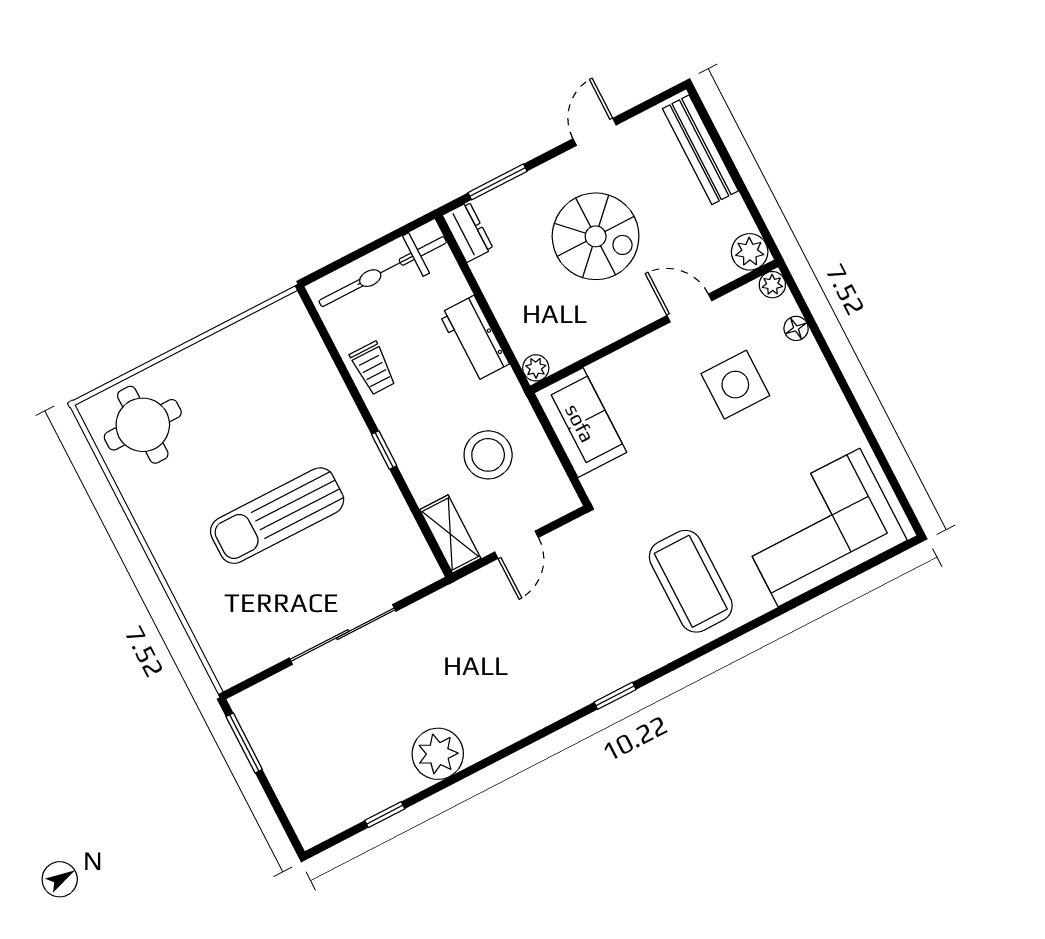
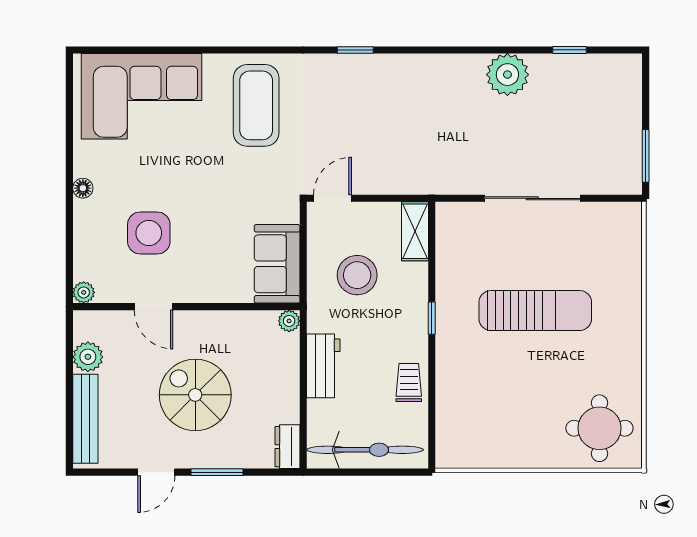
window: (498, 182) -> (217, 472), moved
plant: (750, 252) -> (88, 357), moved
floor lamp: (796, 328) -> (83, 188), moved
door: (517, 545) -> (333, 198), moved

